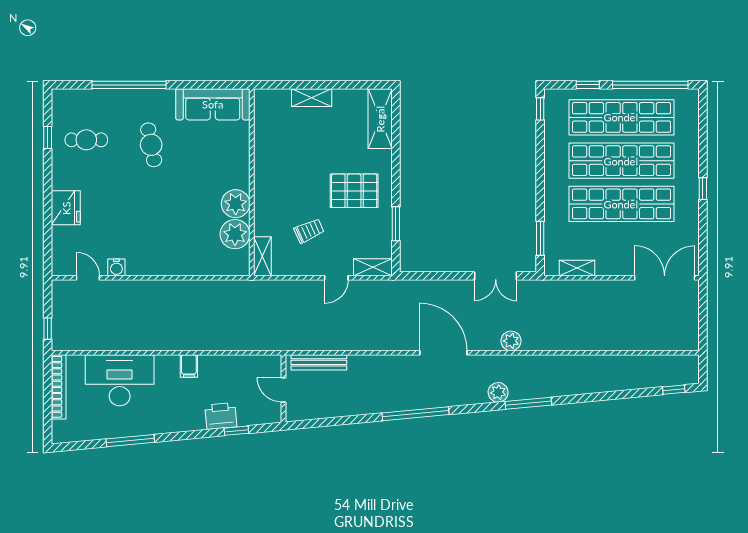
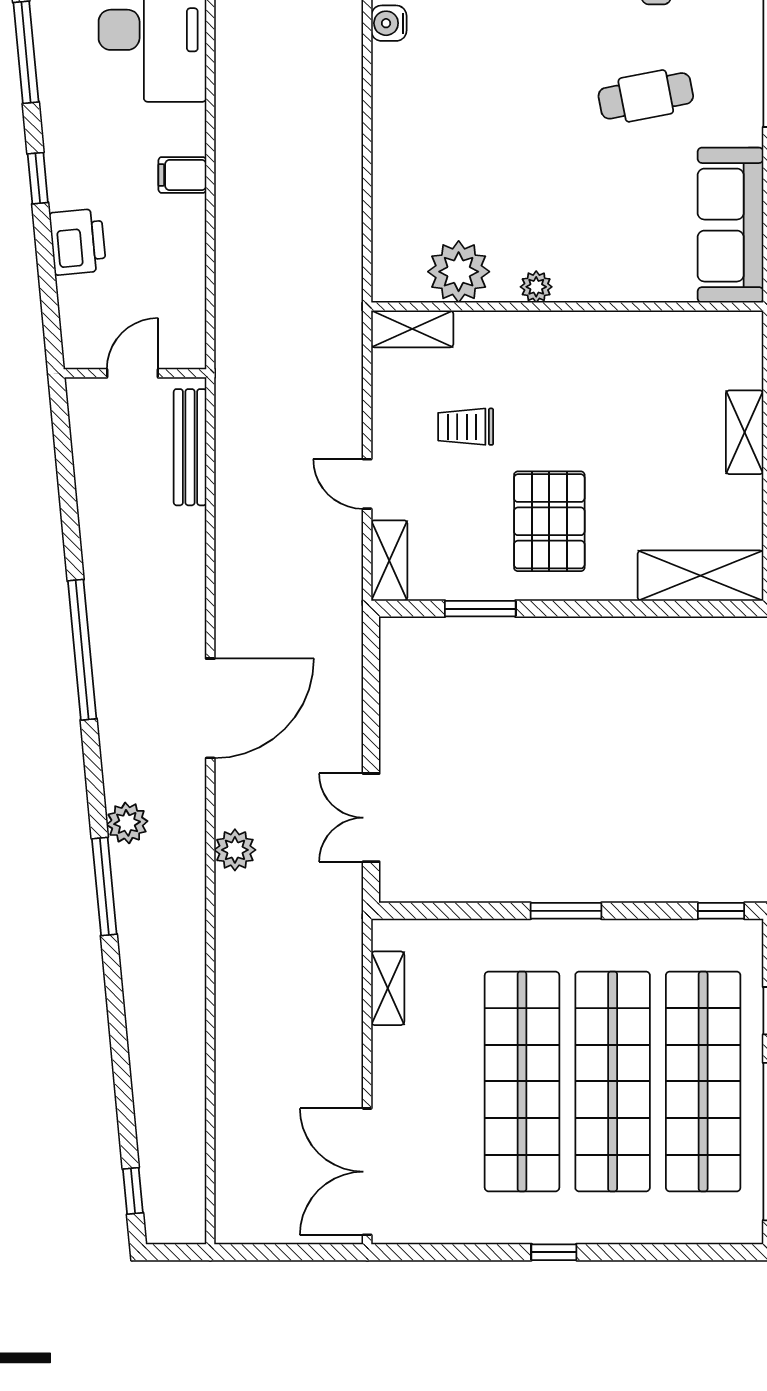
plant: (236, 204) -> (536, 287), width x0.53, depth x0.53
trolley: (309, 231) -> (466, 427), turned 114
window: (540, 238) -> (566, 911), moved
double door: (665, 278) -> (367, 1172), swing flipped
window: (236, 431) -> (38, 178), moved

